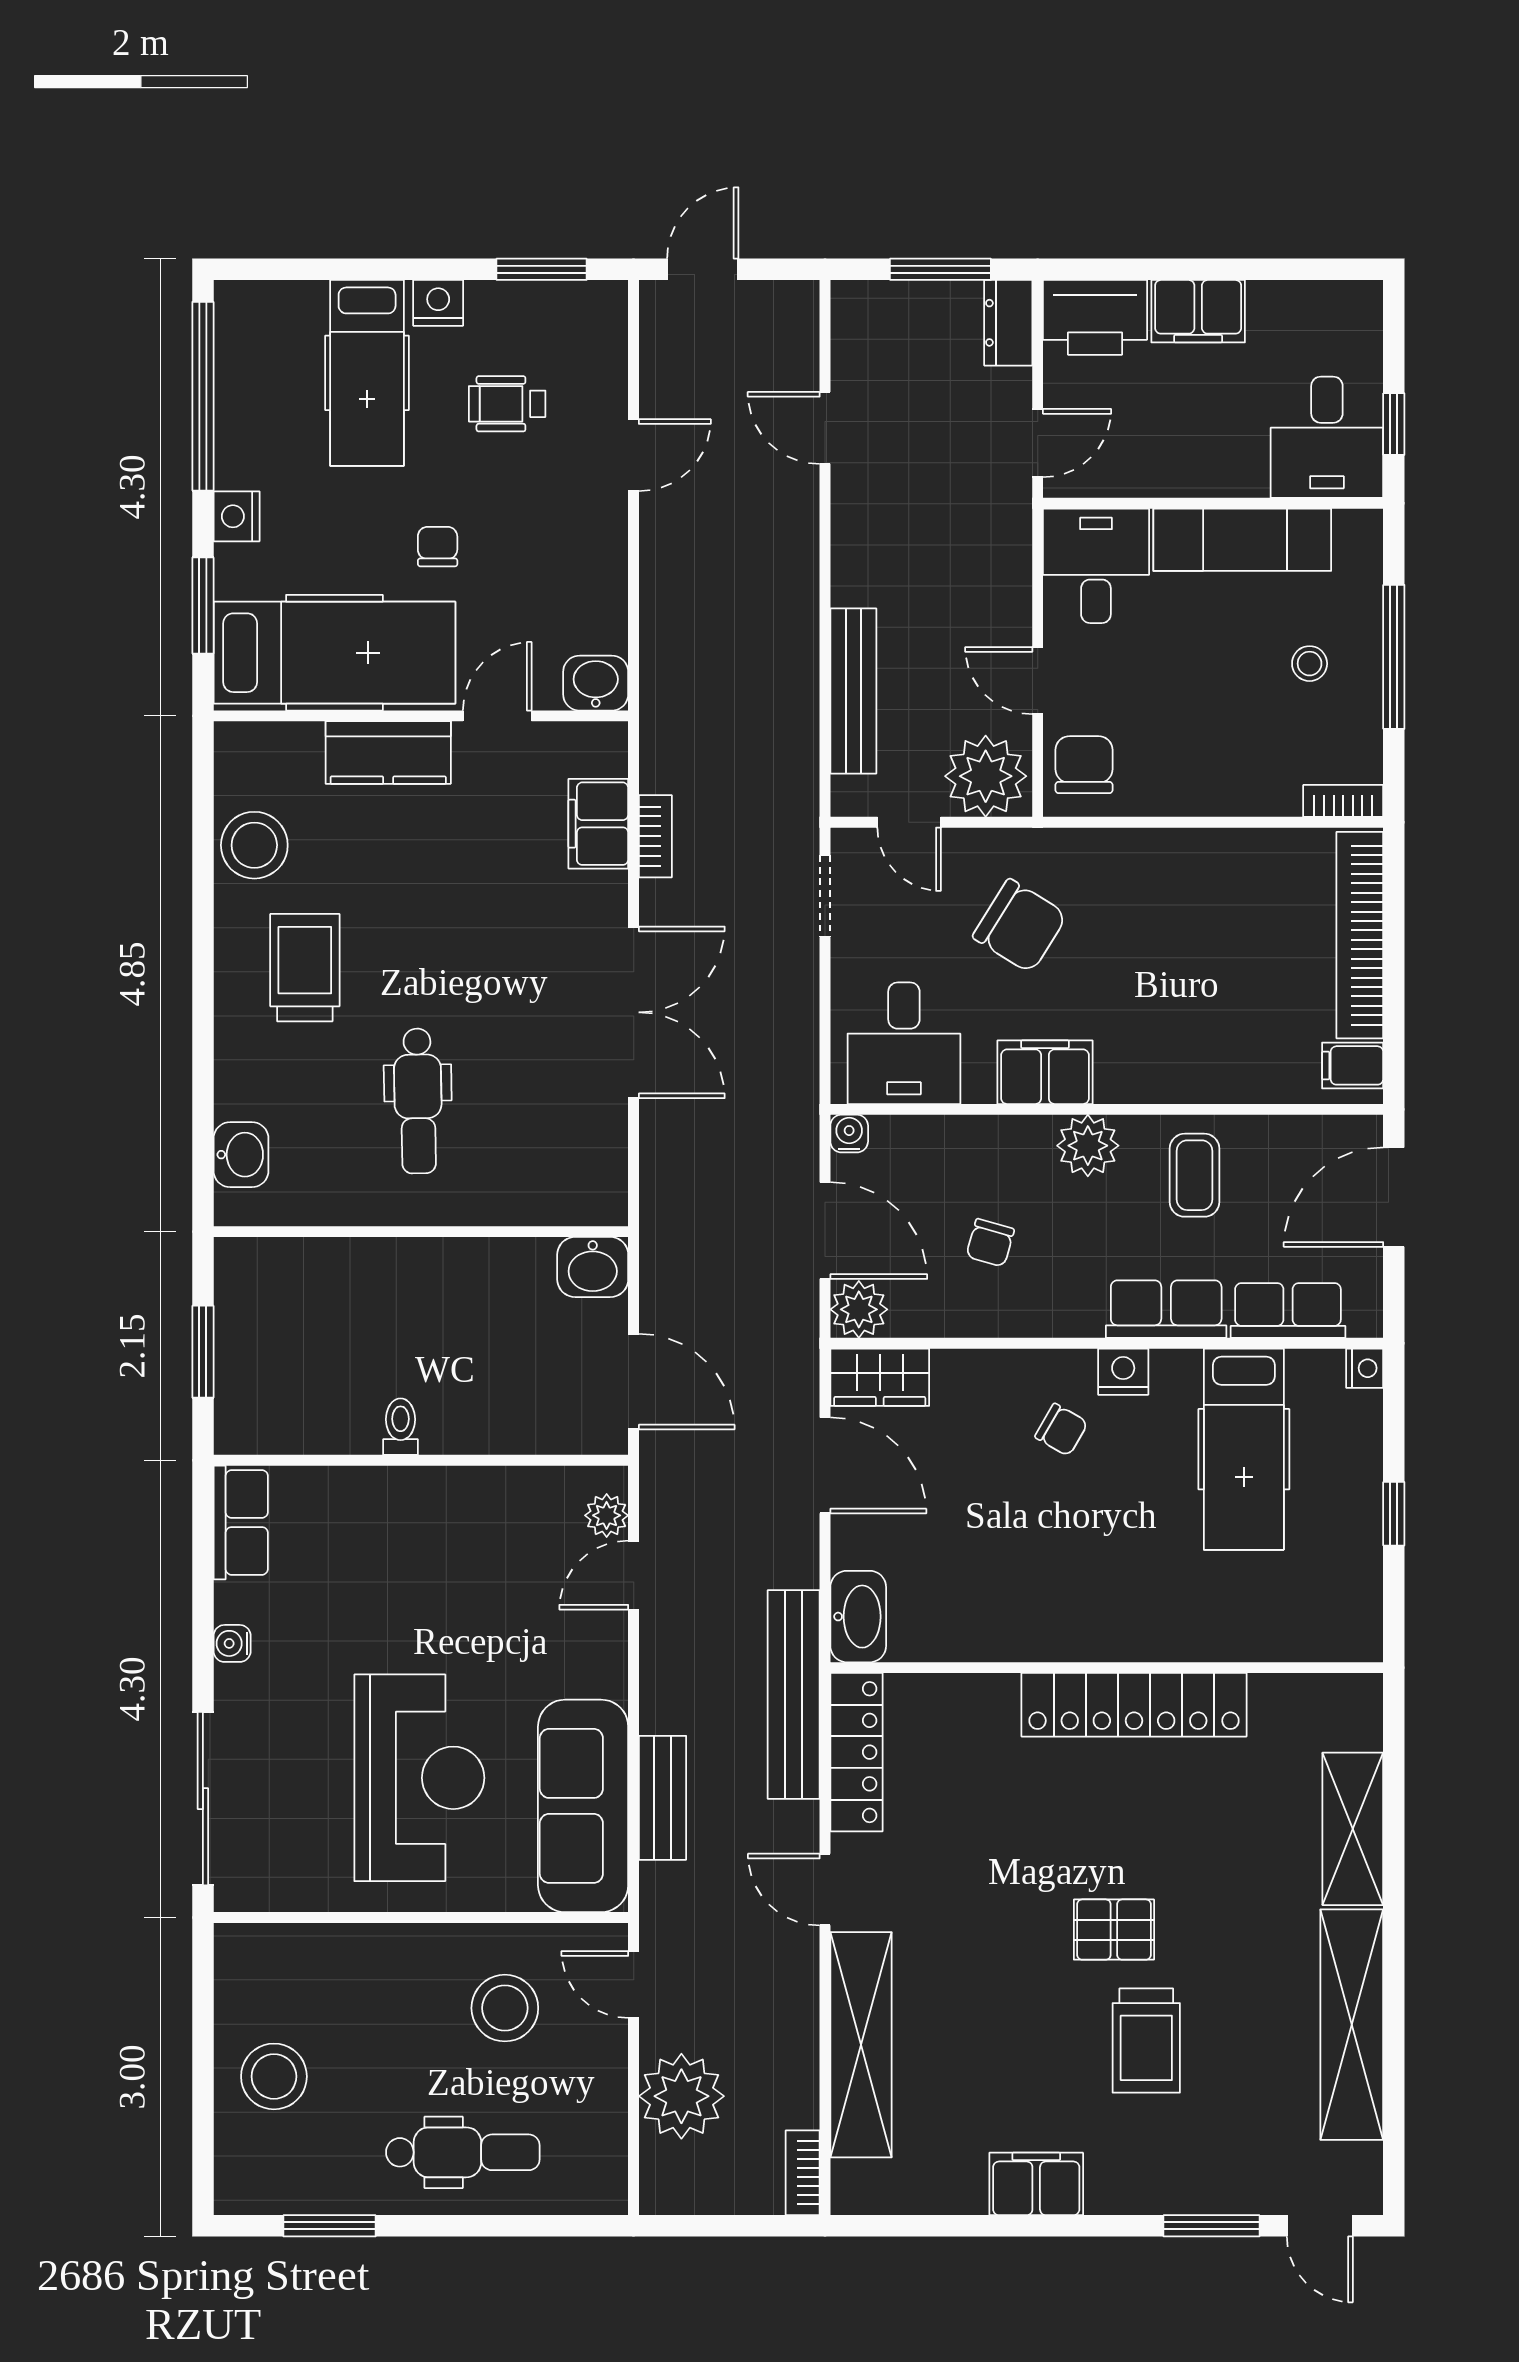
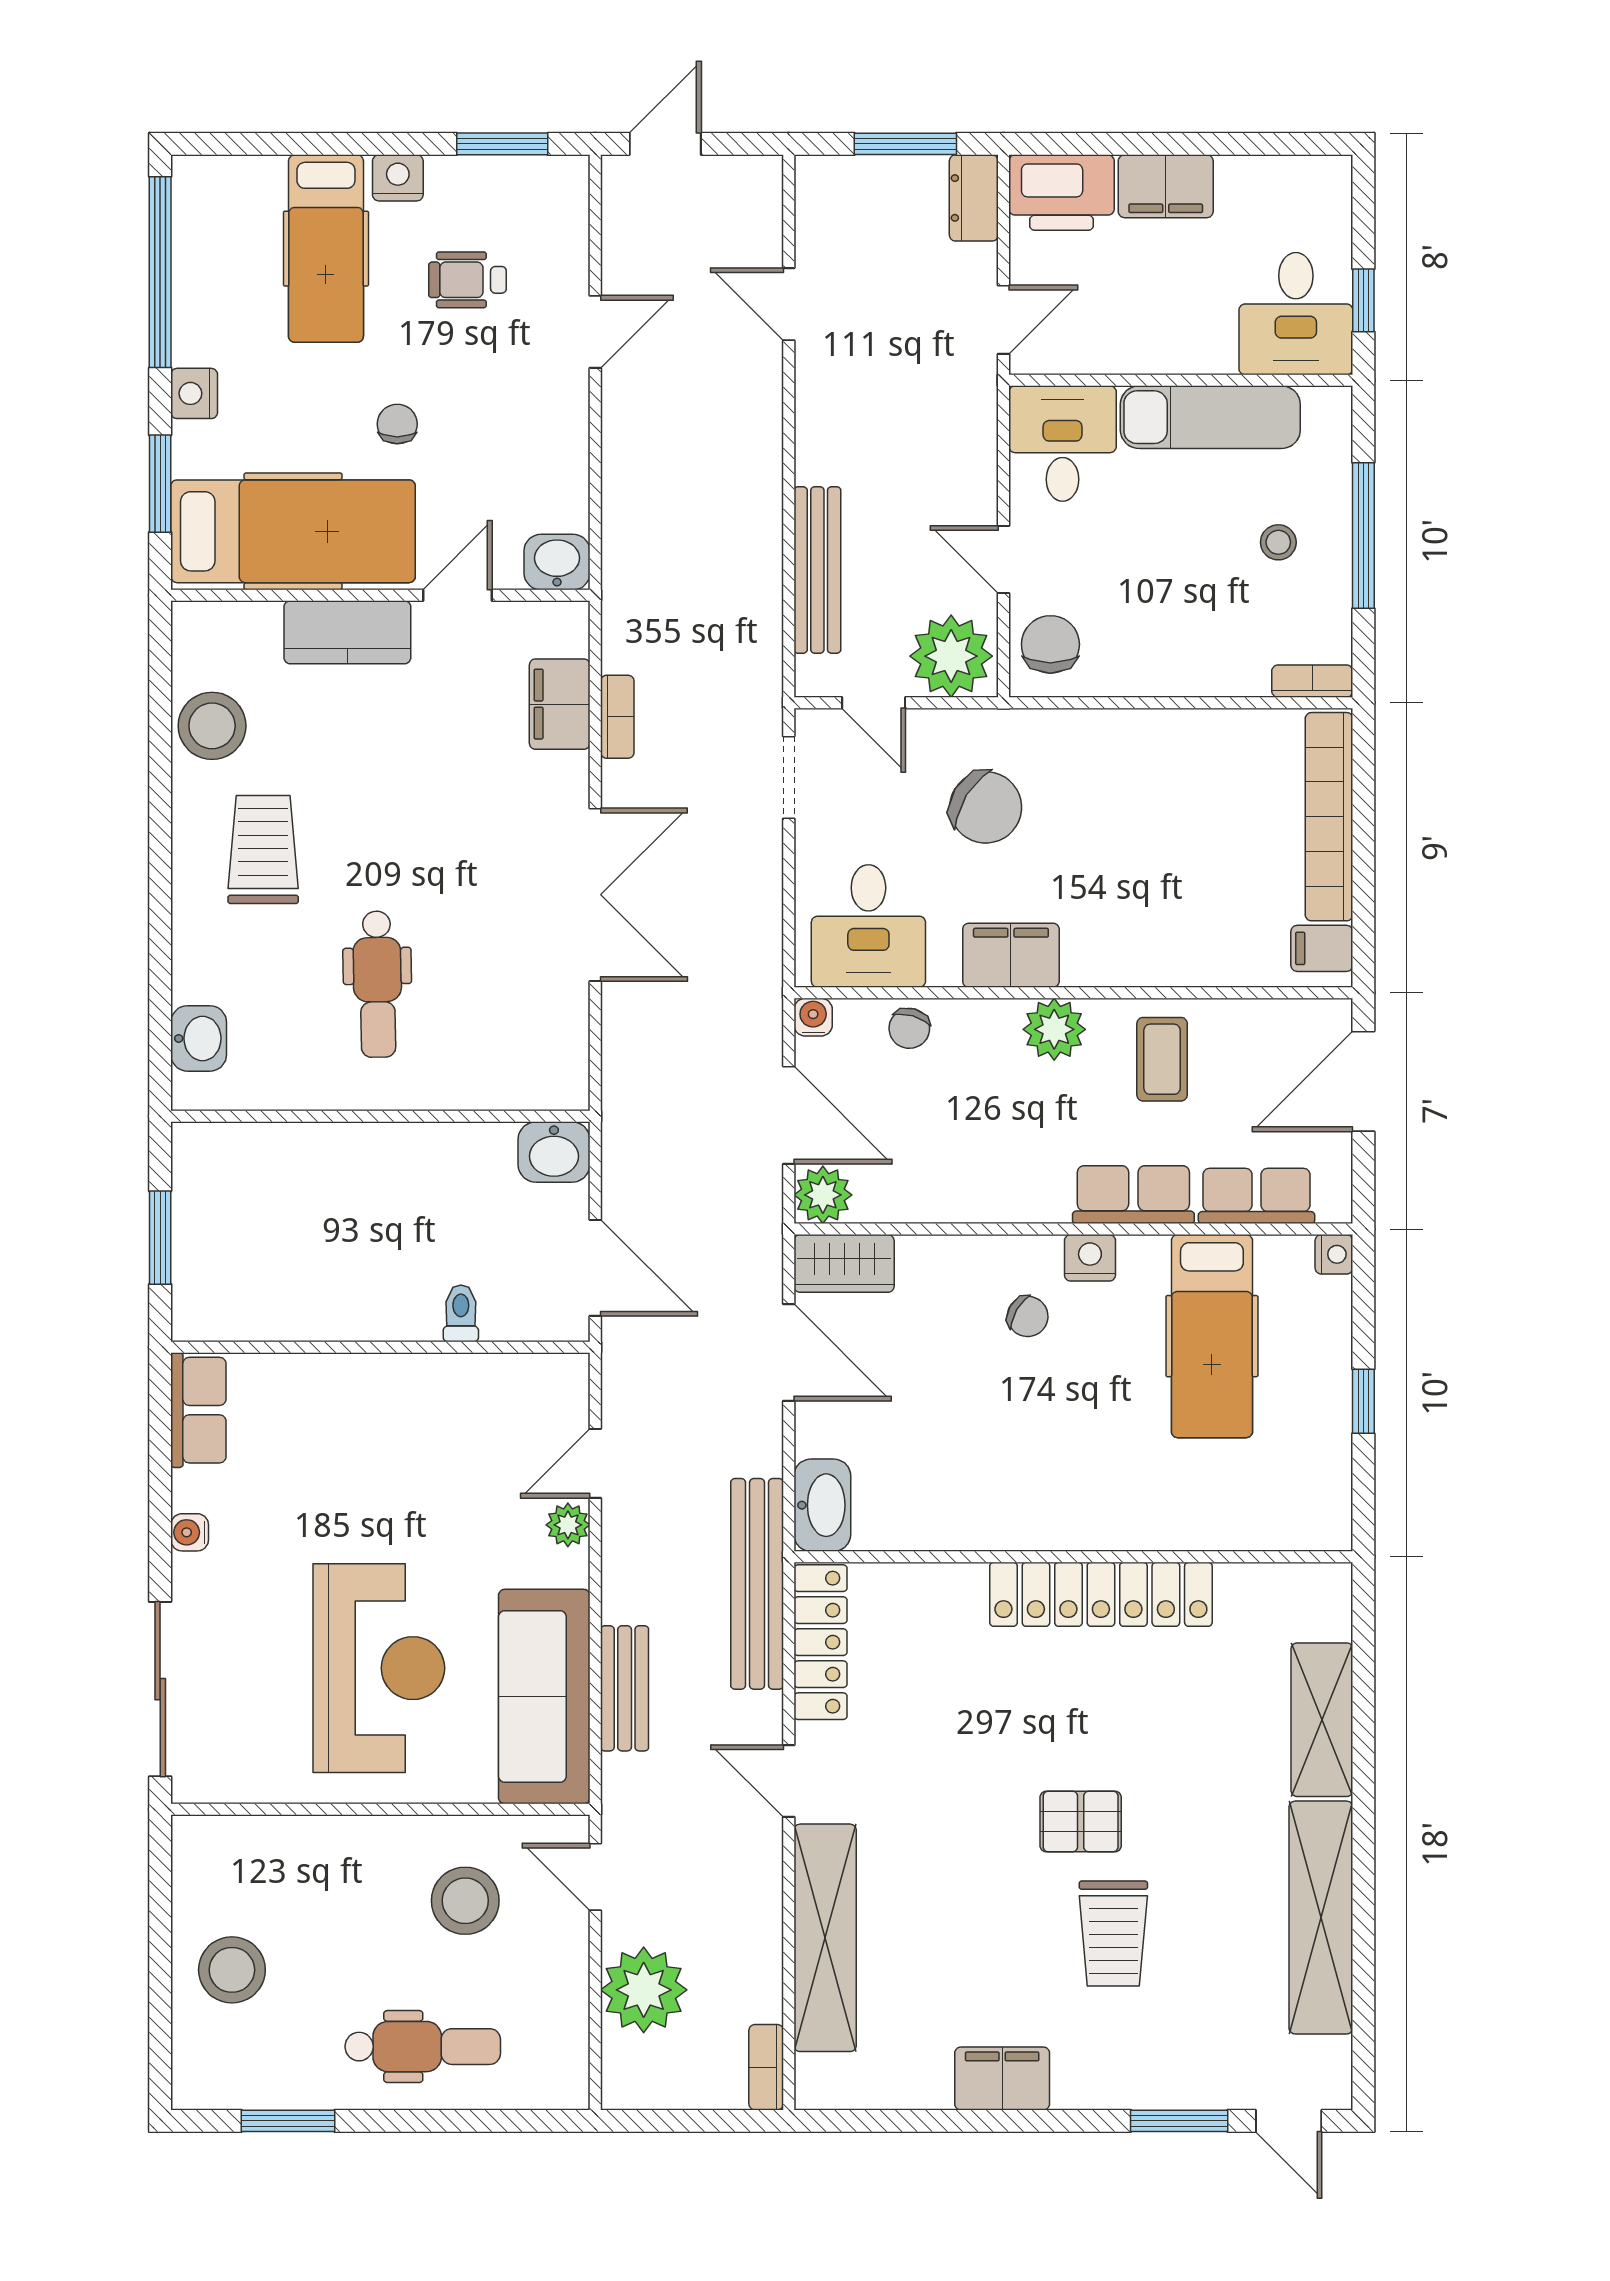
chair: (990, 1243) -> (909, 1028), moved
toilet: (401, 1427) -> (461, 1313), moved
plant: (607, 1515) -> (568, 1525), moved

